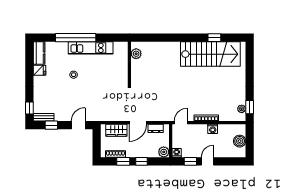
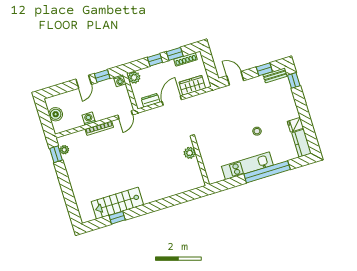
plant: (136, 54) -> (190, 153), moved
stairs: (210, 54) -> (117, 203), width x0.73, depth x0.66
door: (78, 125) -> (235, 78), swing flipped

